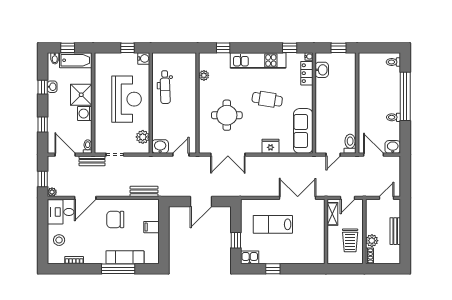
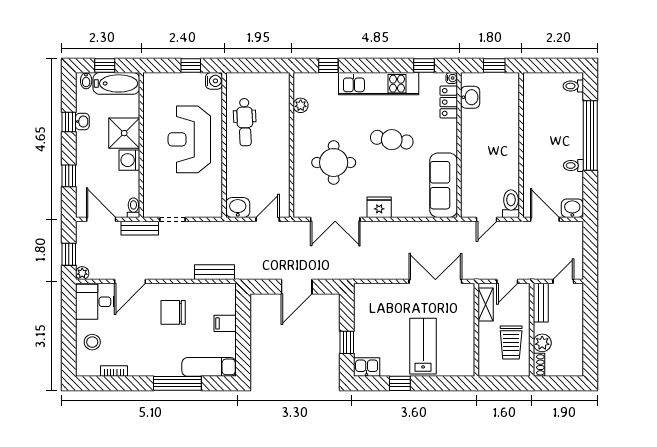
reception desk: (126, 99) -> (189, 139), turned 180
plant: (143, 137) -> (213, 194), removed
fridge: (271, 146) -> (379, 207), moved
lab bench: (273, 224) -> (423, 346), moved, turned 90
bench: (395, 231) -> (541, 303), moved
exam couch: (125, 257) -> (209, 367), moved

